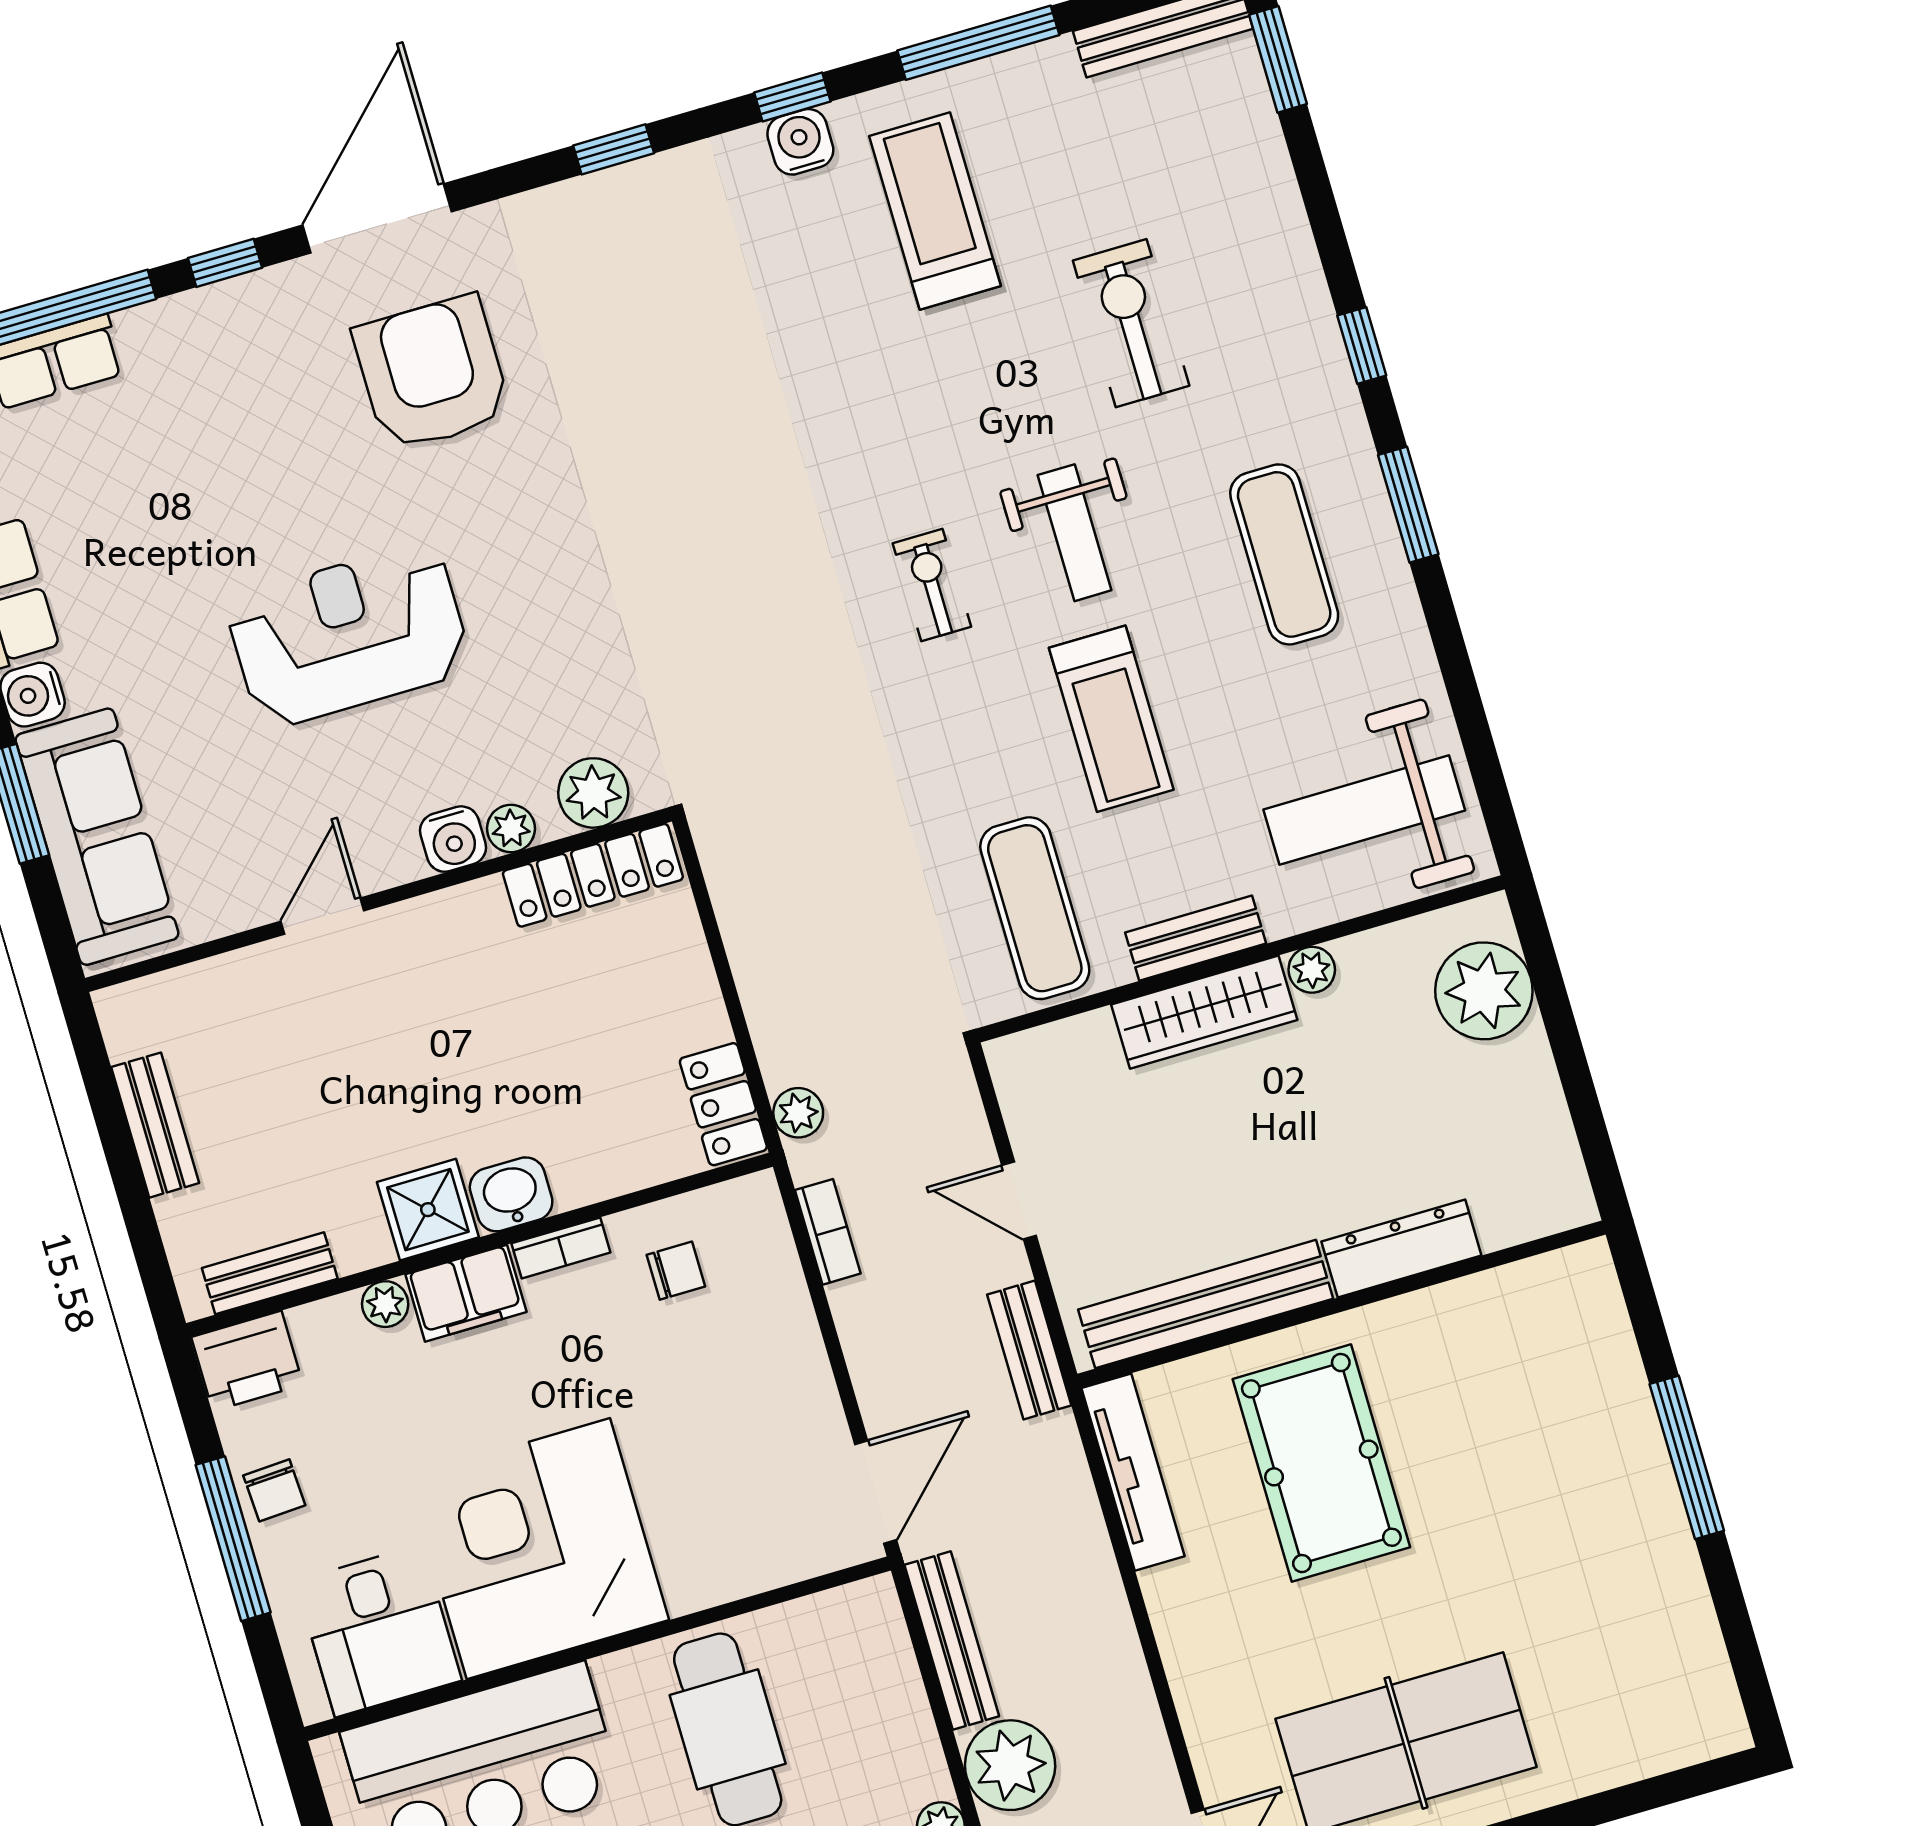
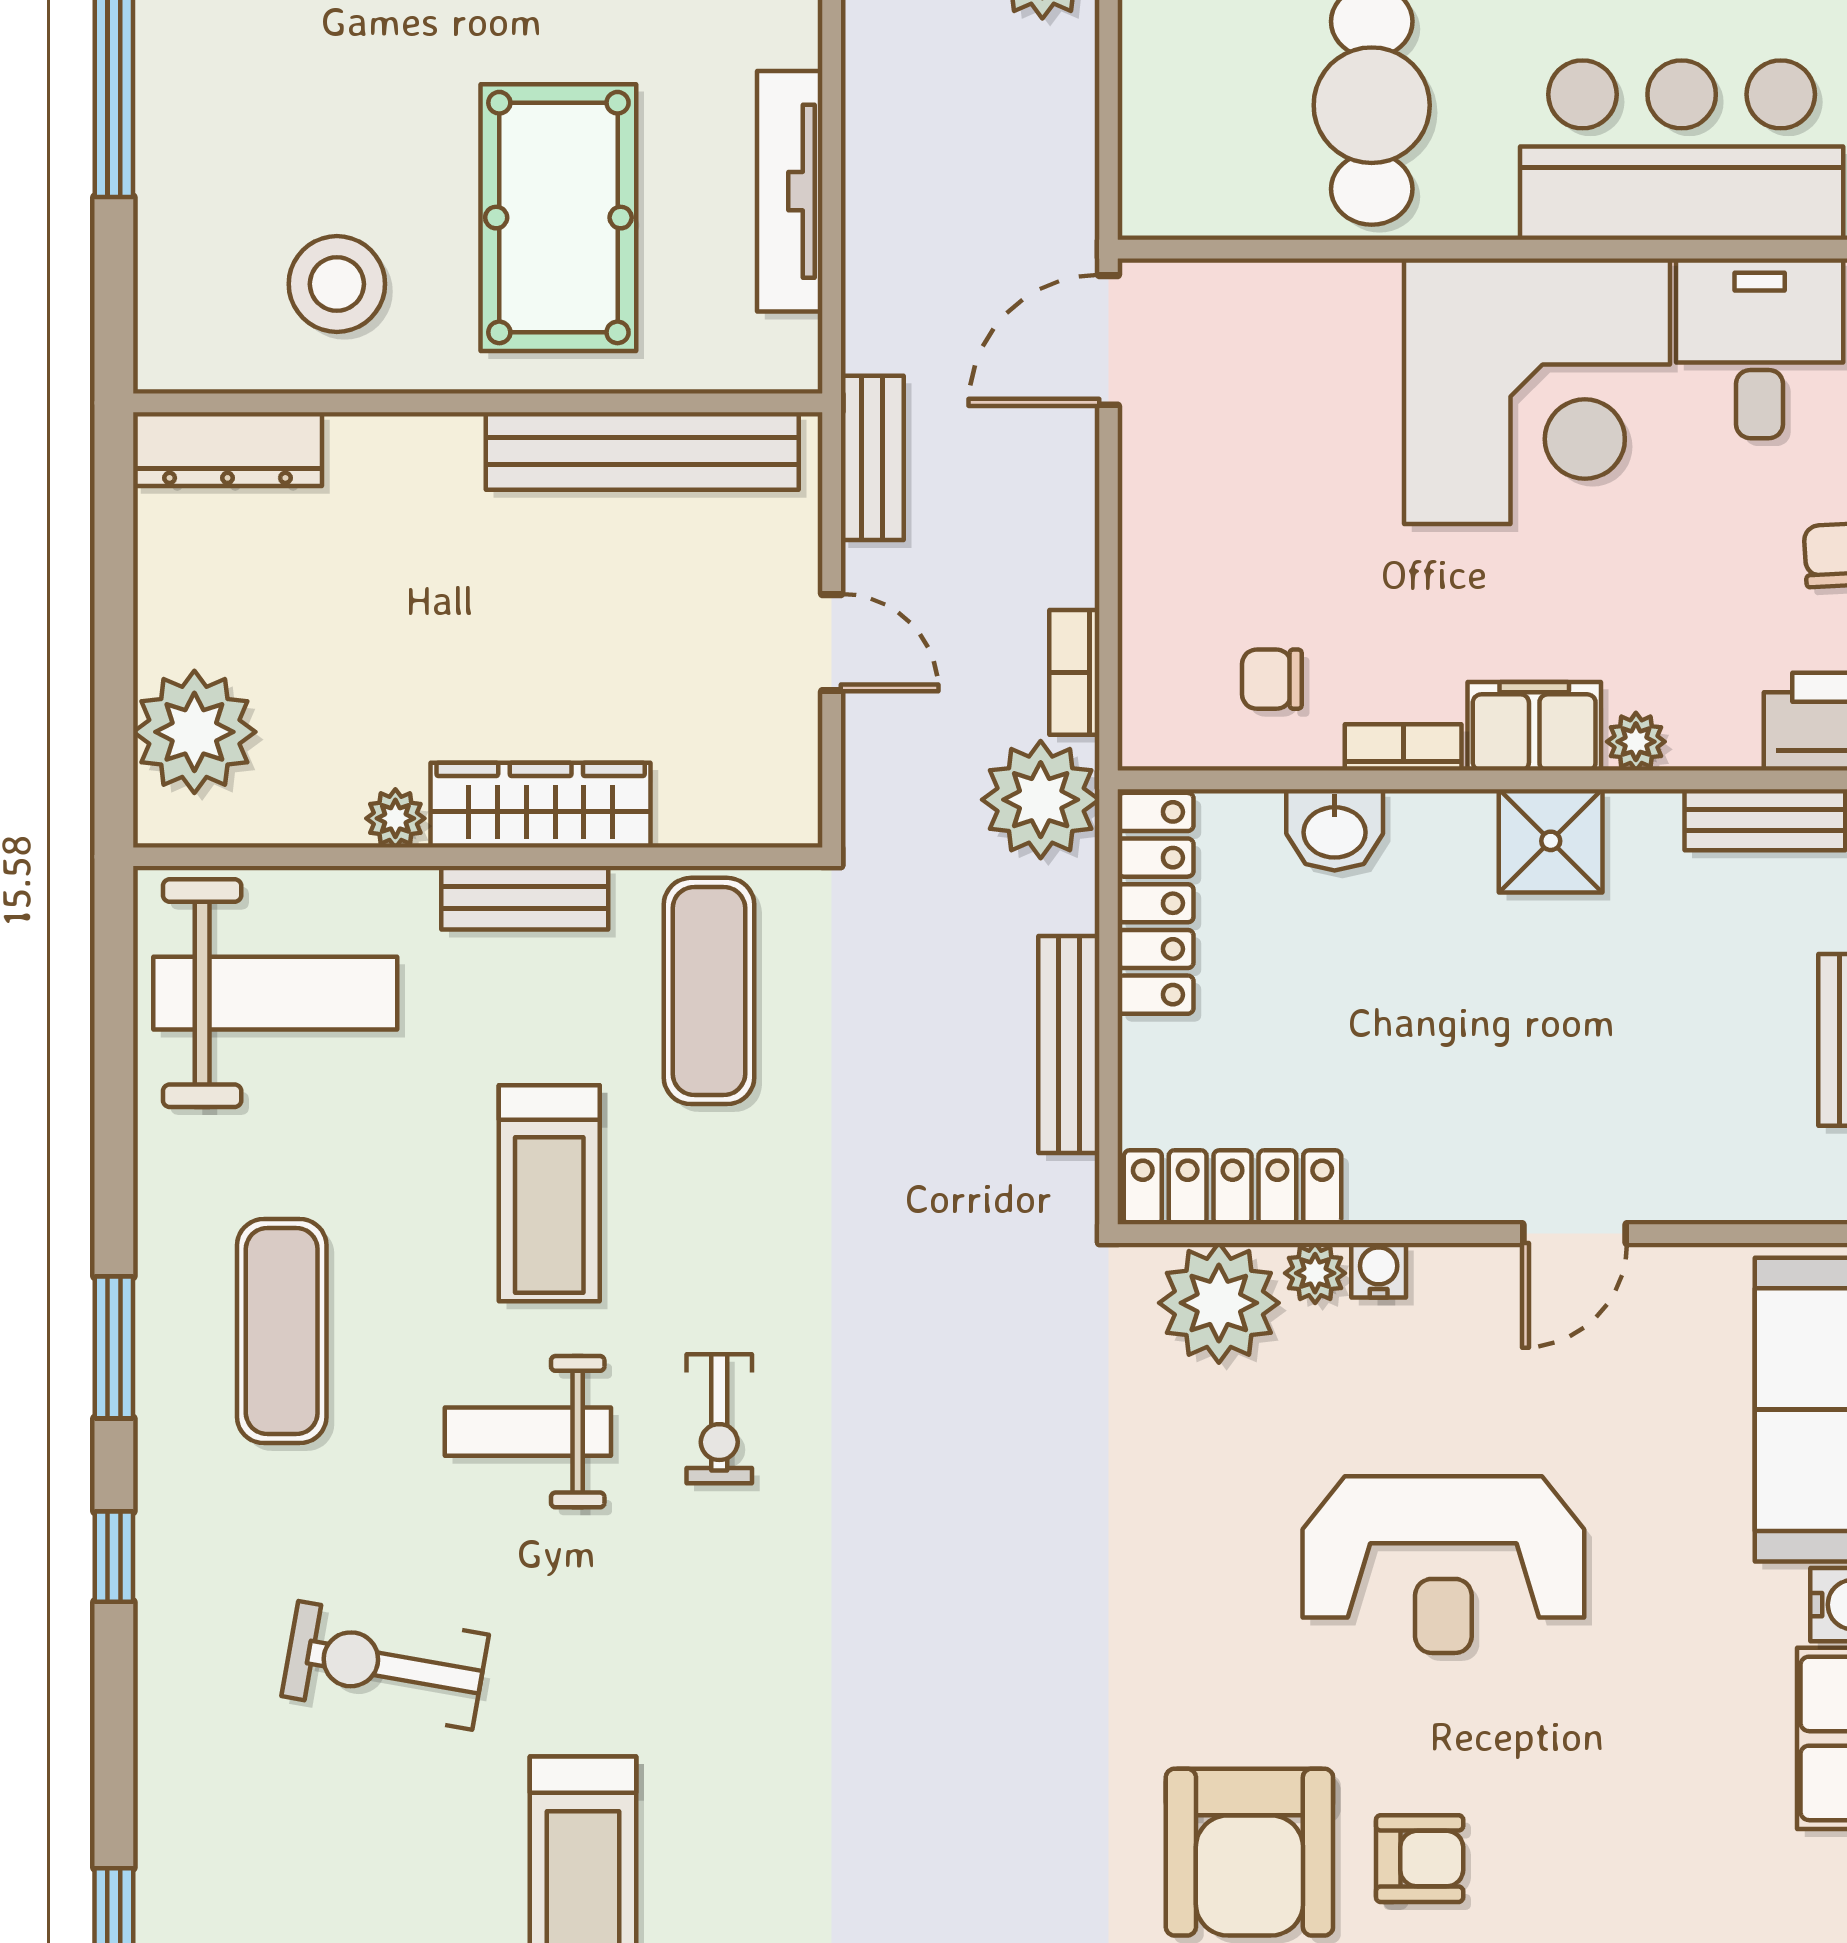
exercise bike: (1131, 323) -> (385, 1665), turned 100
armchair: (301, 406) -> (1420, 1859), added
weight bench: (1075, 533) -> (528, 1432), turned -90
treadmill: (1111, 719) -> (549, 1193), turned 180
plant: (593, 793) -> (1219, 1303), width x1.36, depth x1.36
water cooler: (453, 839) -> (1379, 1270), width x0.72, depth x0.72
locker: (723, 1104) -> (1156, 903), width x1.53
plant: (798, 1113) -> (1041, 800), width x1.88, depth x1.88
washbasin: (511, 1194) -> (1335, 830), moved
dresser: (1401, 1248) -> (227, 449), moved
stool: (1475, 1363) -> (337, 284), added
tv unit: (1133, 1472) -> (790, 191), moved
bench: (952, 1641) -> (1069, 1045), moved

